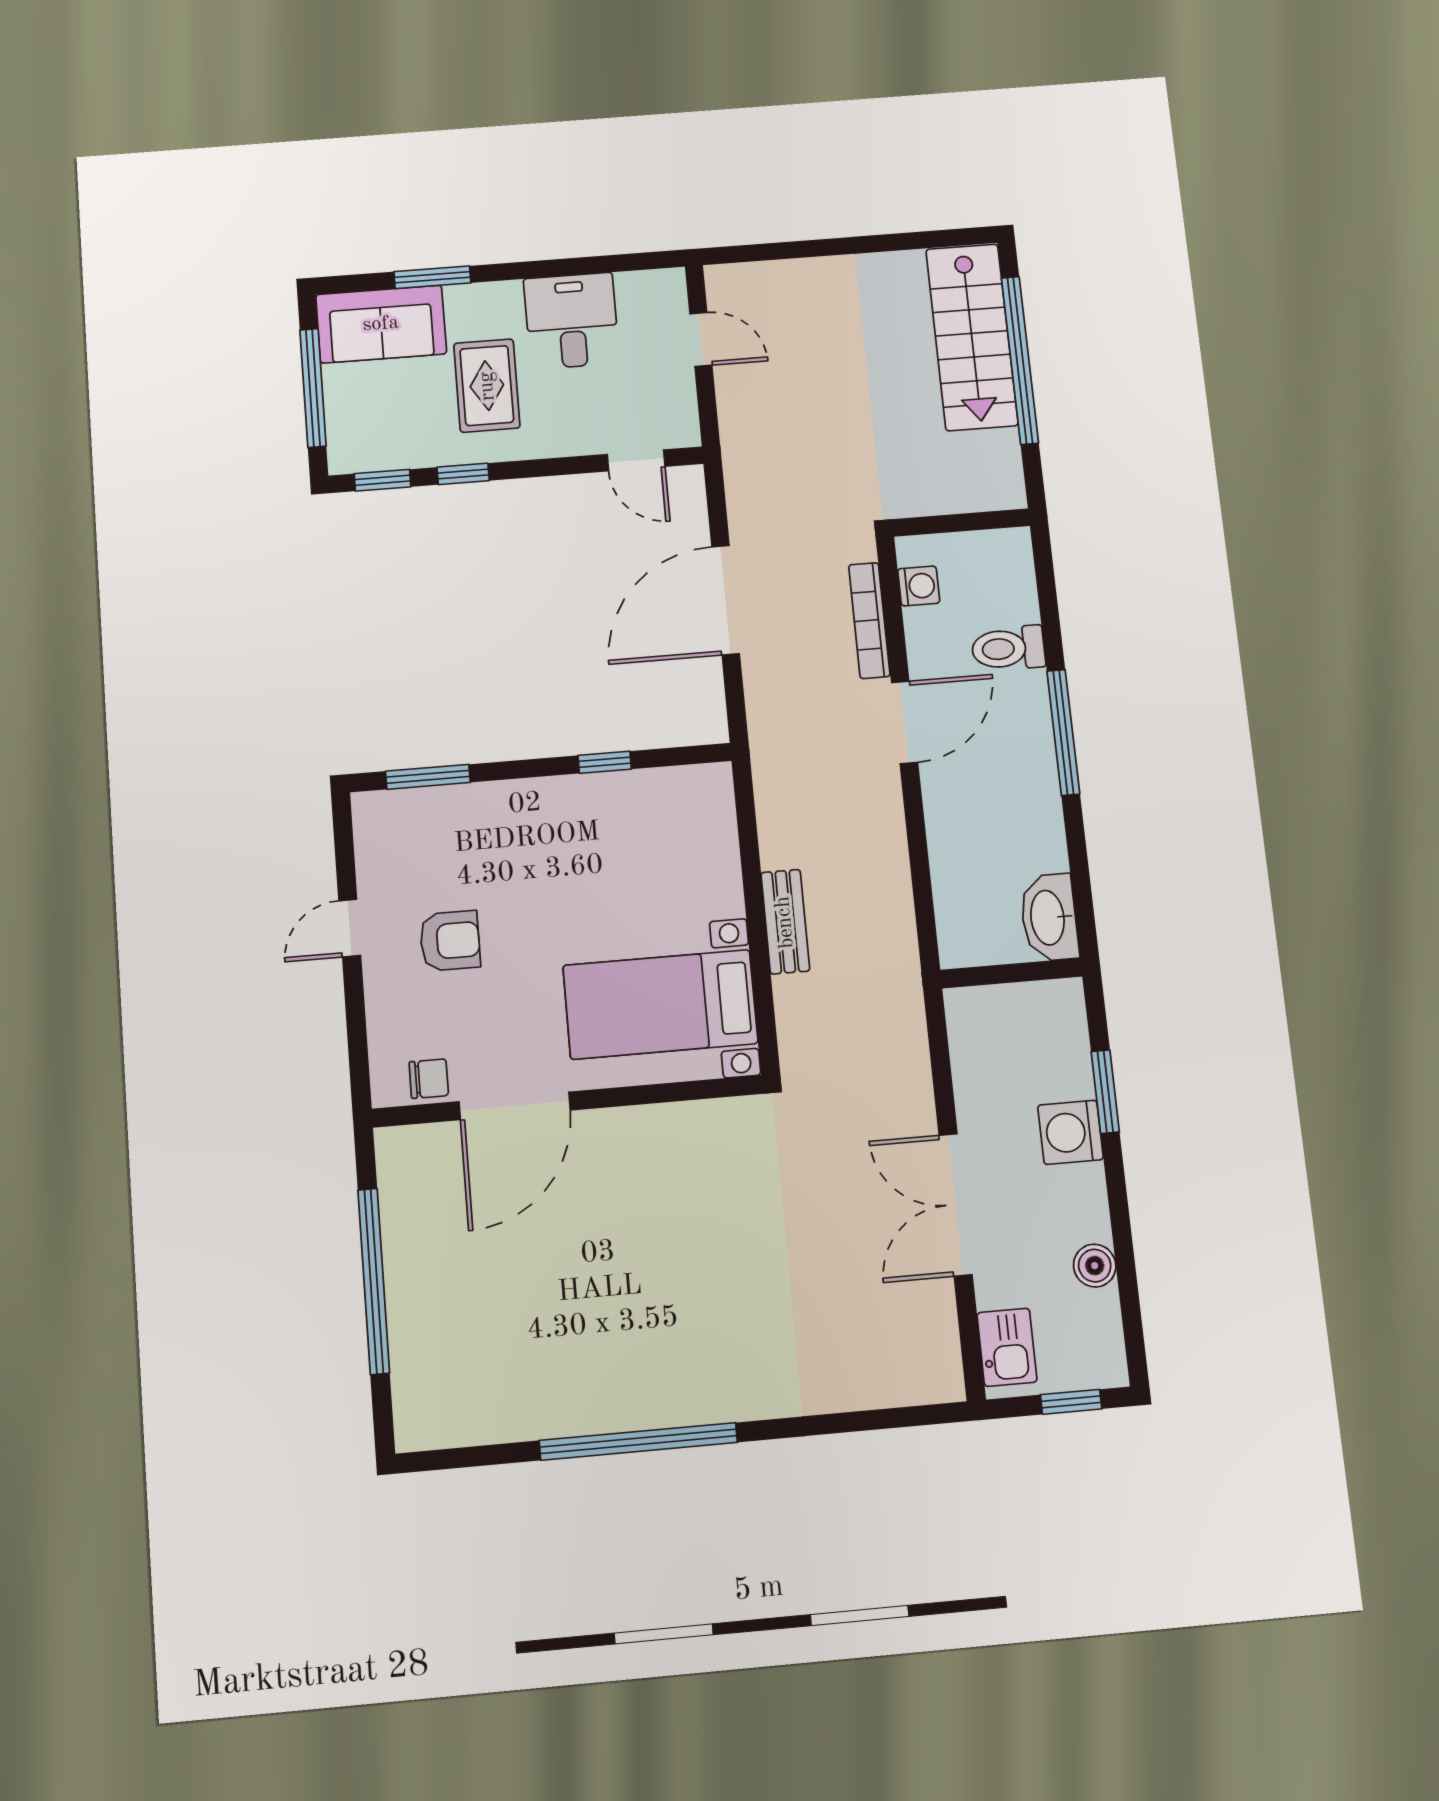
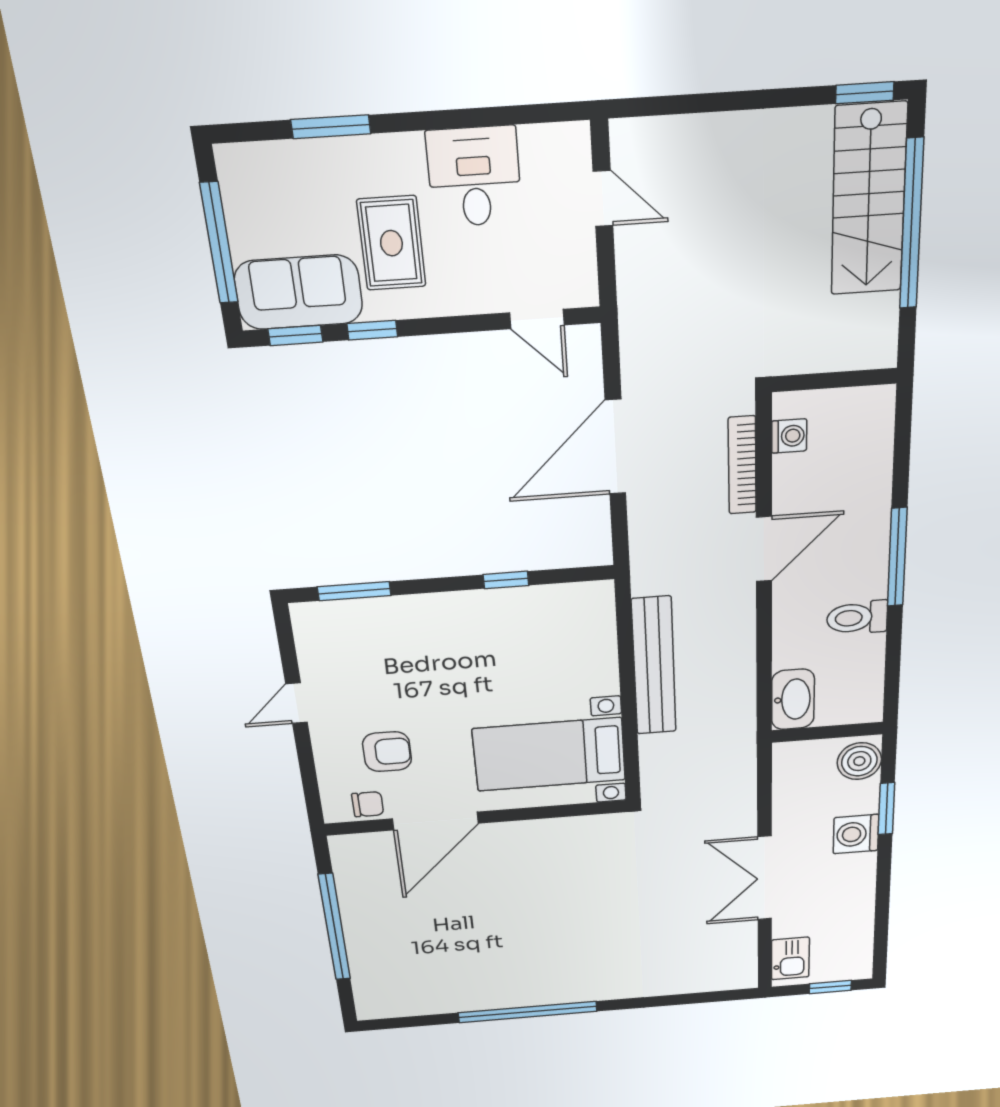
window: (953, 238) -> (865, 93), added
sofa: (381, 324) -> (299, 292), moved, turned 180
toilet: (1008, 648) -> (857, 618), moved
washbasin: (1049, 918) -> (793, 699), moved, turned 180
bench: (785, 922) -> (654, 666), width x1.86, depth x1.21
armchair: (450, 941) -> (387, 752), moved
boiler: (1095, 1266) -> (859, 761), moved, width x1.36, depth x1.36

